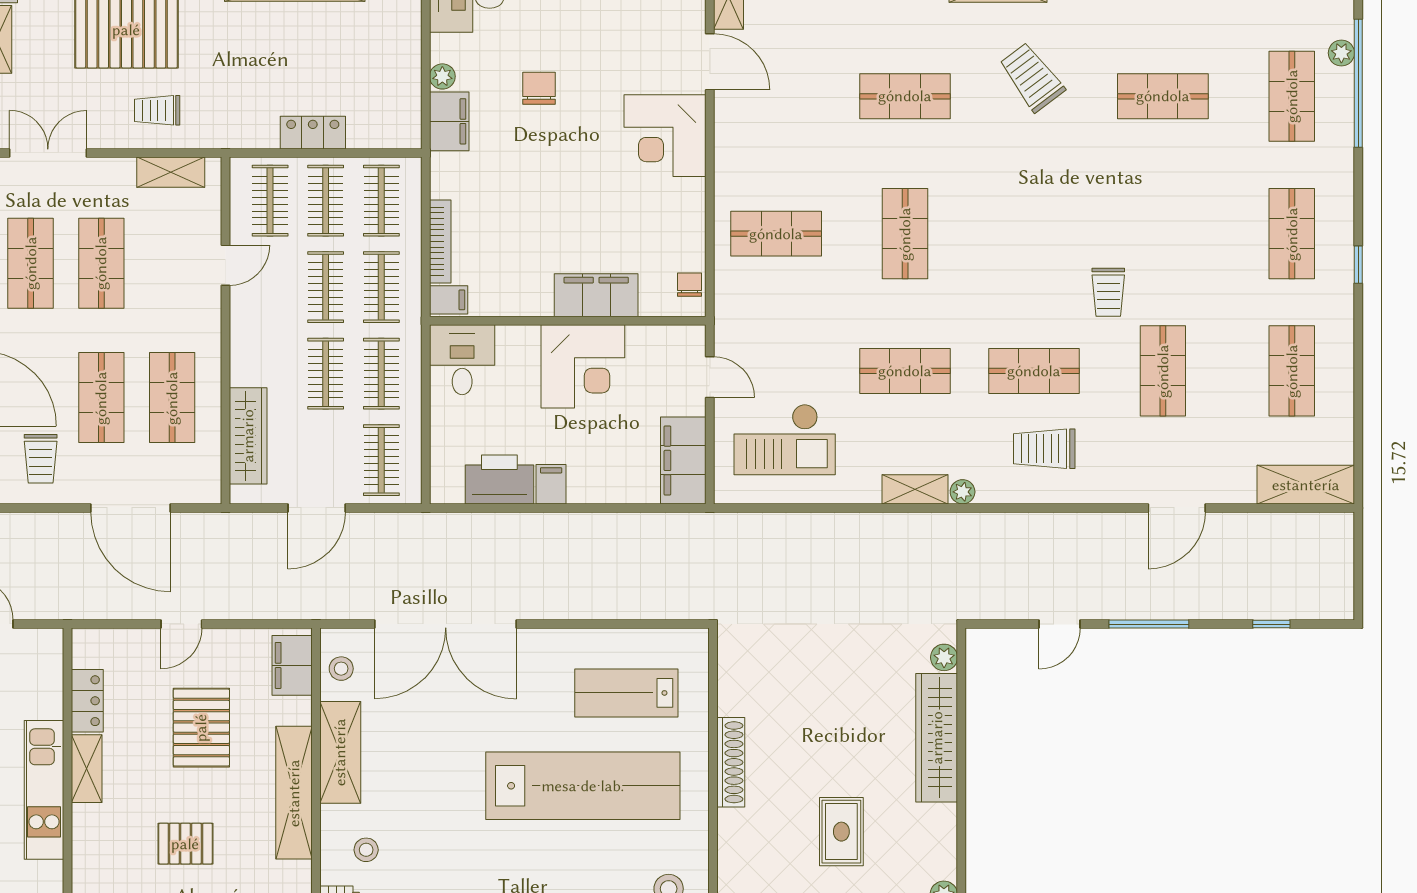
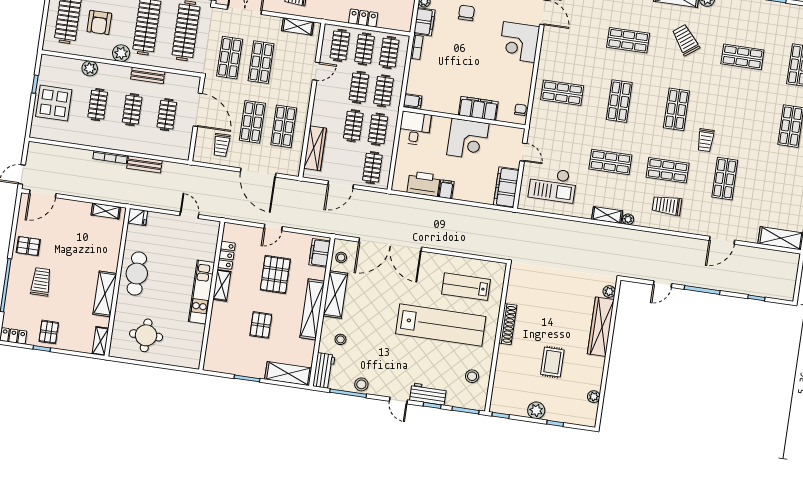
bookcase: (440, 241) -> (417, 47), moved, width x0.64
shop shelf: (1292, 371) -> (676, 109), moved
pallet: (185, 844) -> (261, 325), turned 90

